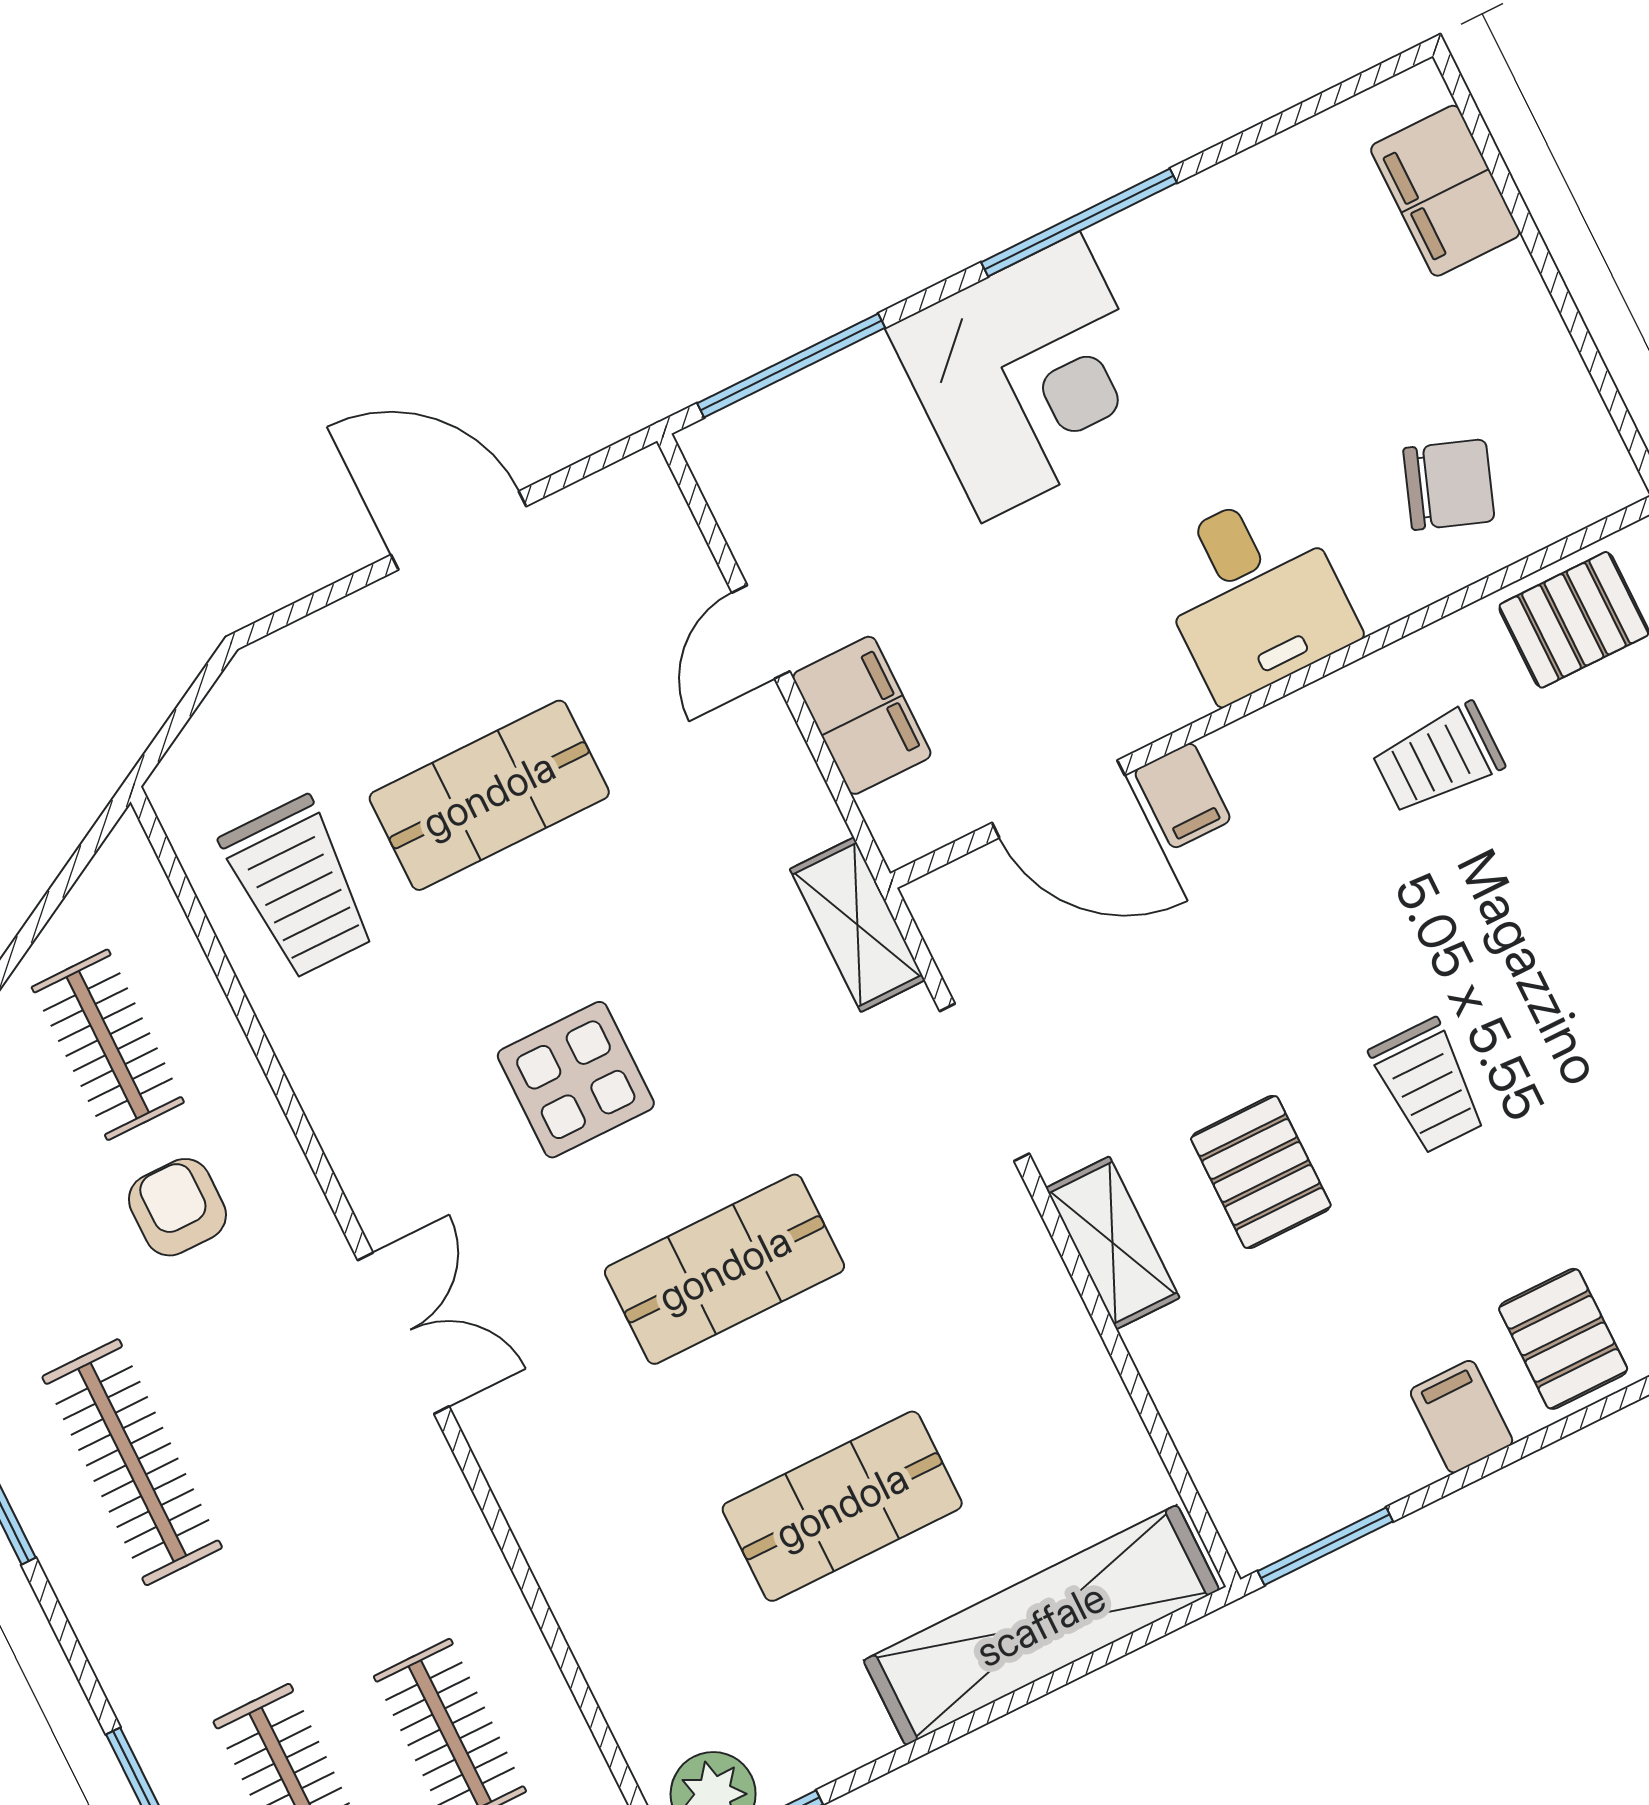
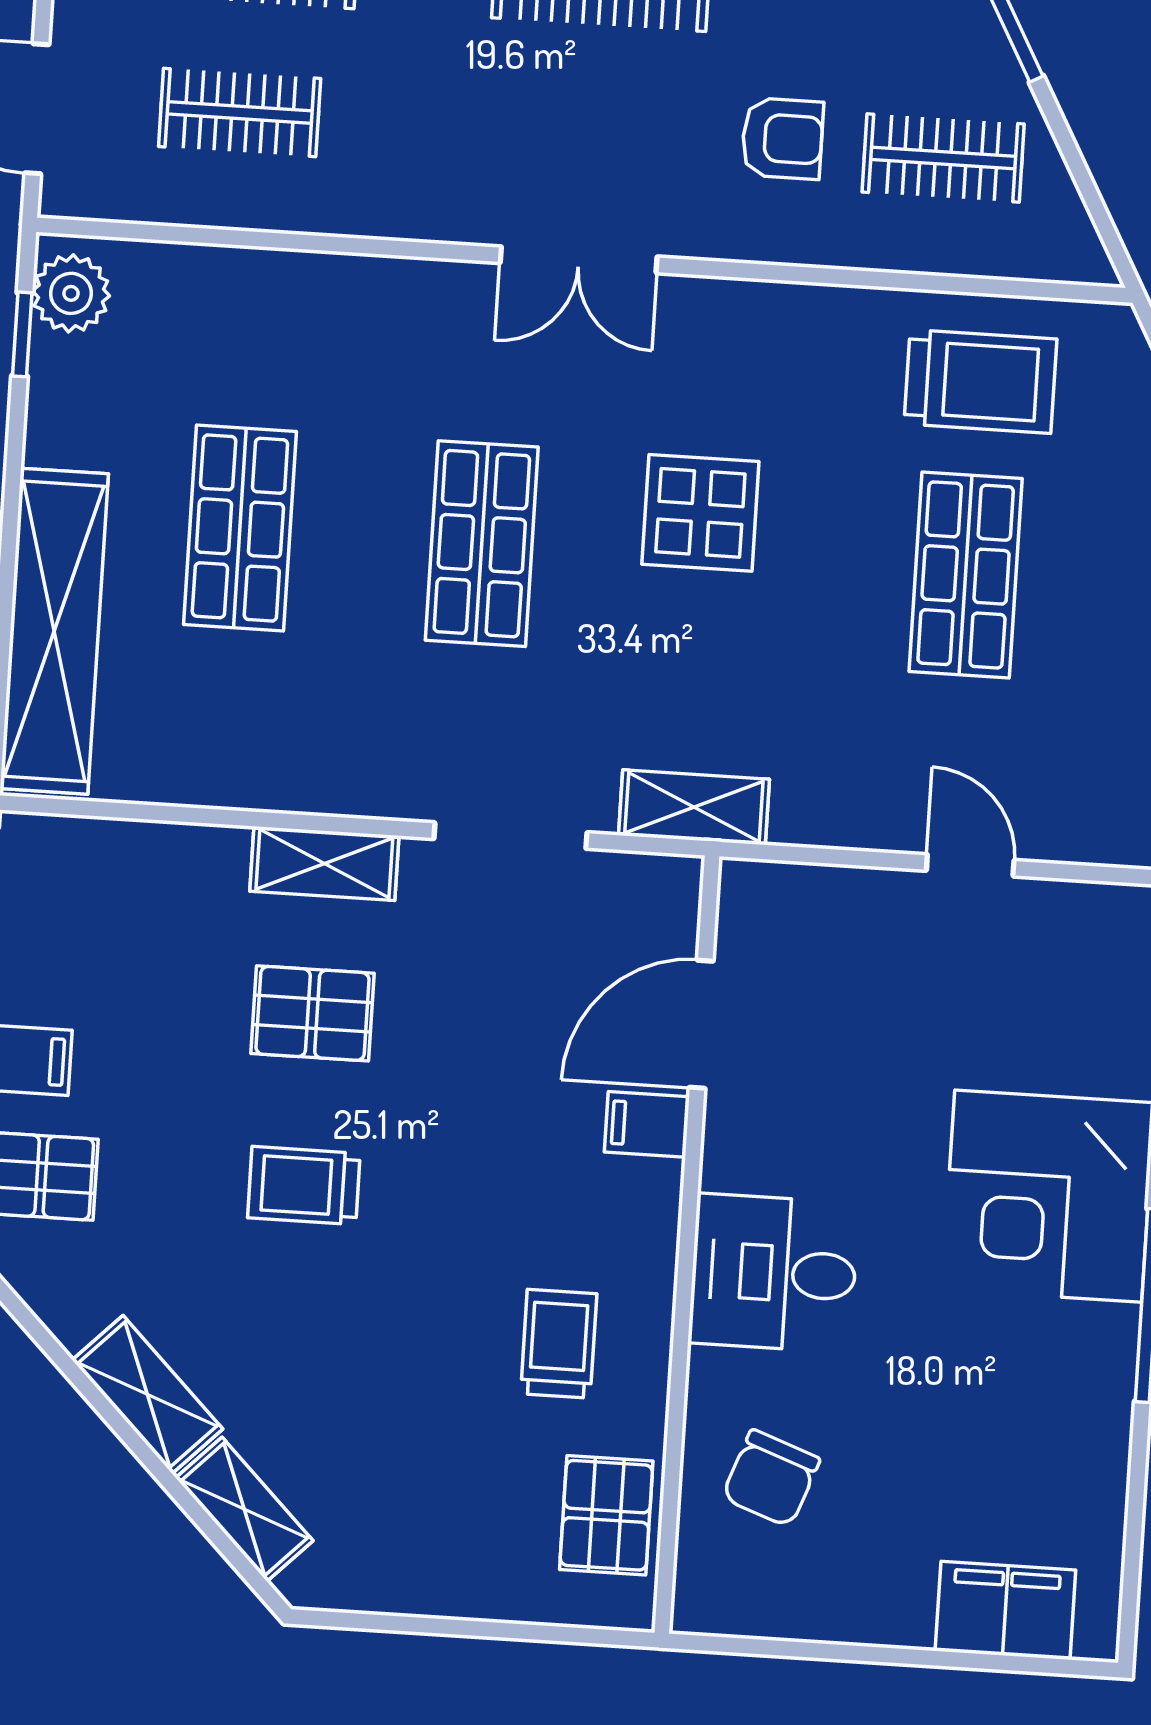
filing cabinet: (862, 715) -> (858, 907), removed
trolley: (298, 887) -> (980, 381), turned 180

